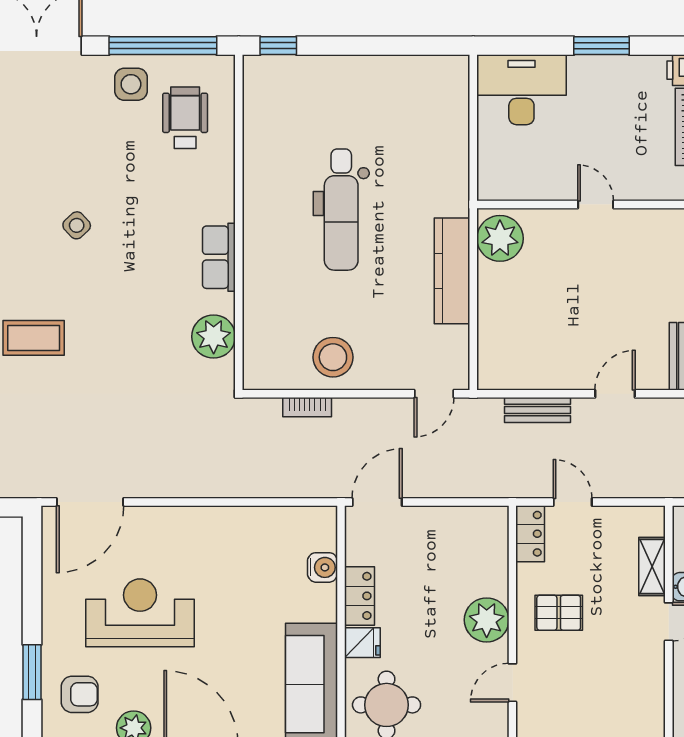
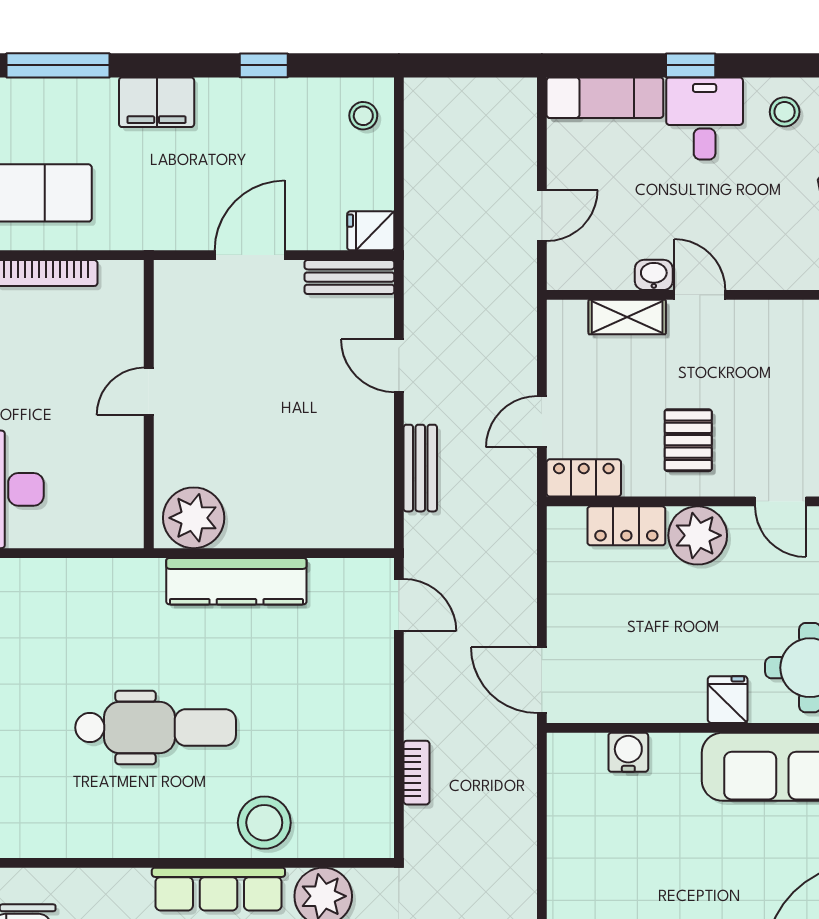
row of seats: (219, 257) -> (218, 889), width x1.48
stool: (333, 357) -> (264, 823), moved
locker: (359, 596) -> (626, 526), moved, turned 180

